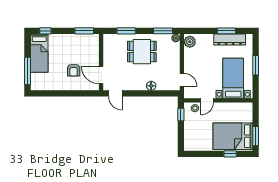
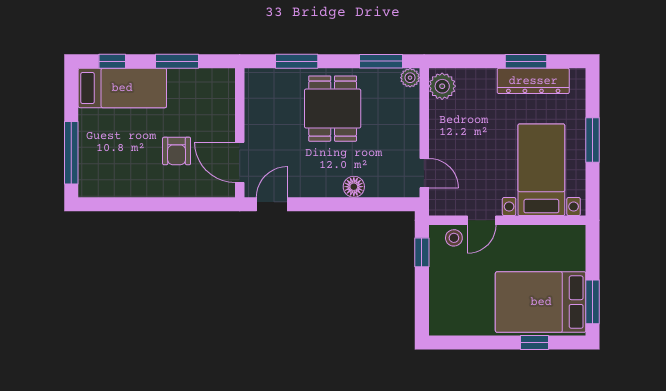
window: (84, 31) -> (177, 61), moved
dining table: (142, 52) -> (333, 109), turned 90
bed: (39, 53) -> (122, 88), moved, turned -90
door: (115, 93) -> (272, 204), swing flipped

